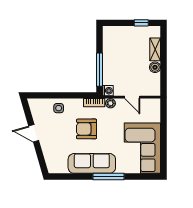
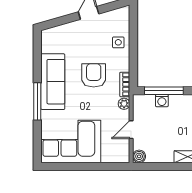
boiler: (155, 67) -> (139, 156), moved
washing machine: (108, 91) -> (162, 101), moved

